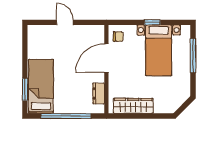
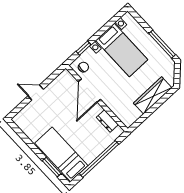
window: (152, 22) -> (84, 48), moved
window: (193, 56) -> (162, 44), moved
wardrobe: (133, 106) -> (153, 95), moved

